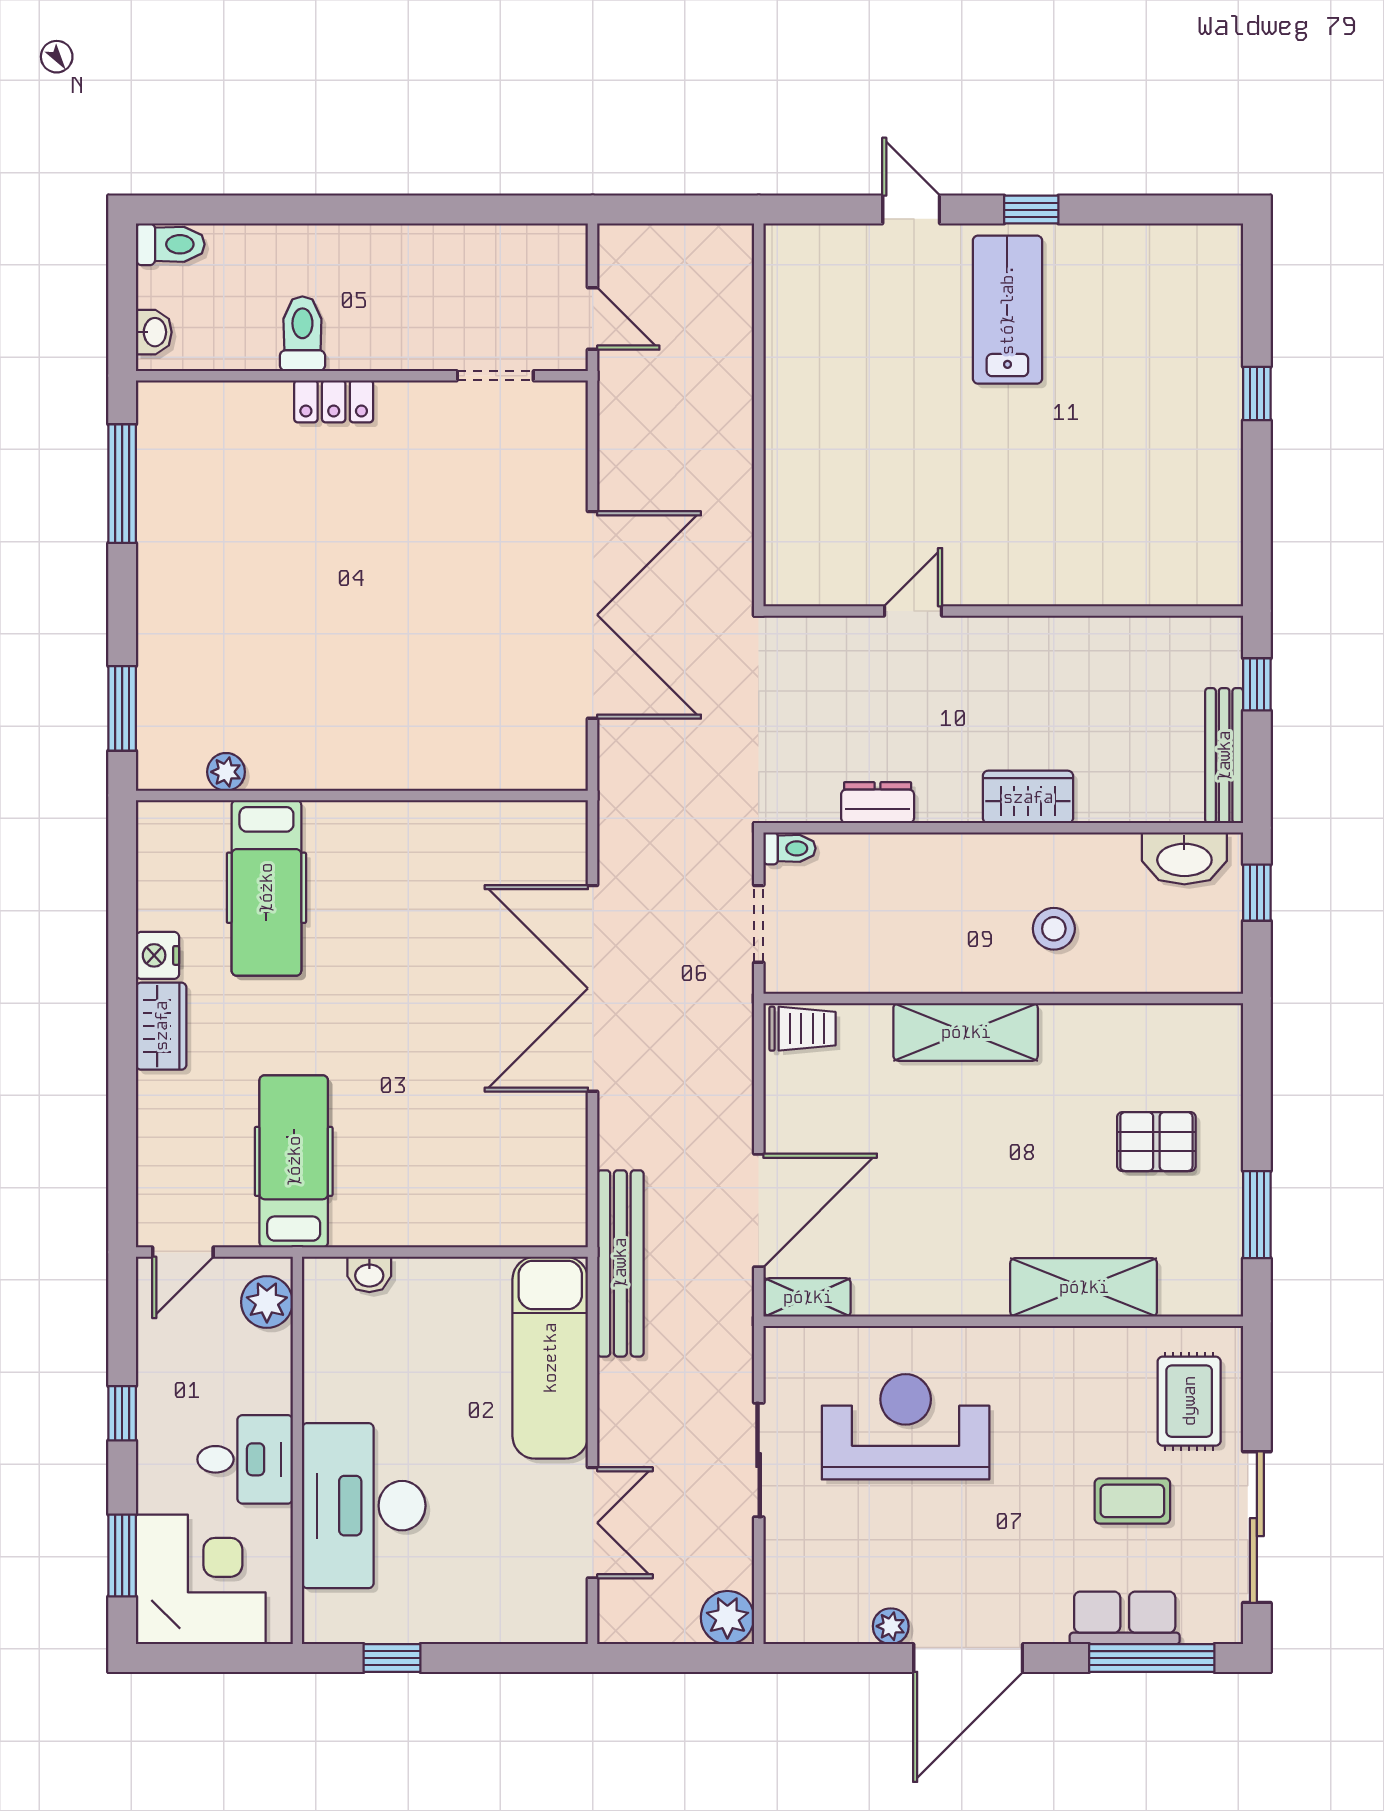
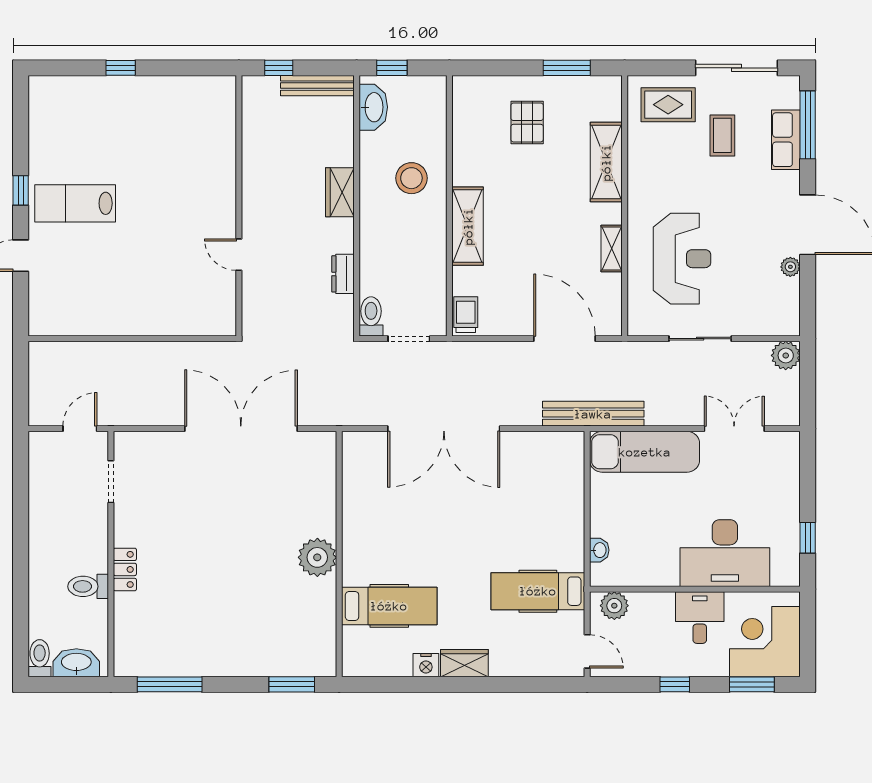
washbasin: (154, 332) -> (76, 663), width x1.91, depth x1.45
plant: (226, 772) -> (317, 557), moved, width x1.88, depth x1.88
toilet: (789, 848) -> (371, 316), width x1.37, depth x1.39
stool: (1054, 929) -> (411, 178), width x1.38, depth x1.38
shelving: (808, 1297) -> (612, 249), moved
reception desk: (906, 1427) -> (682, 259), turned 180

